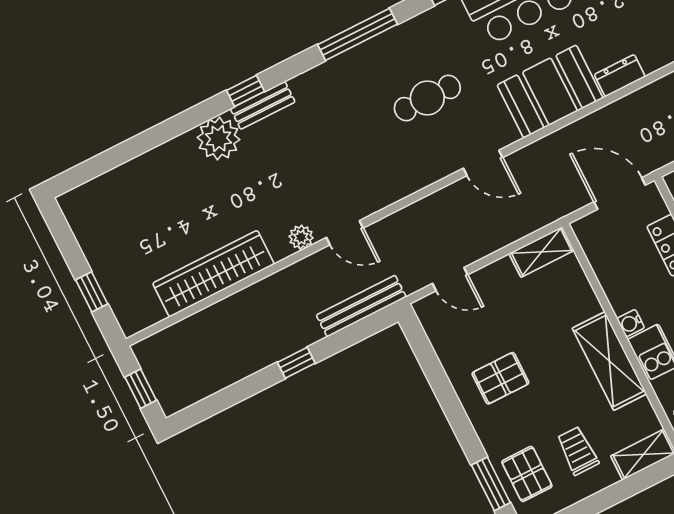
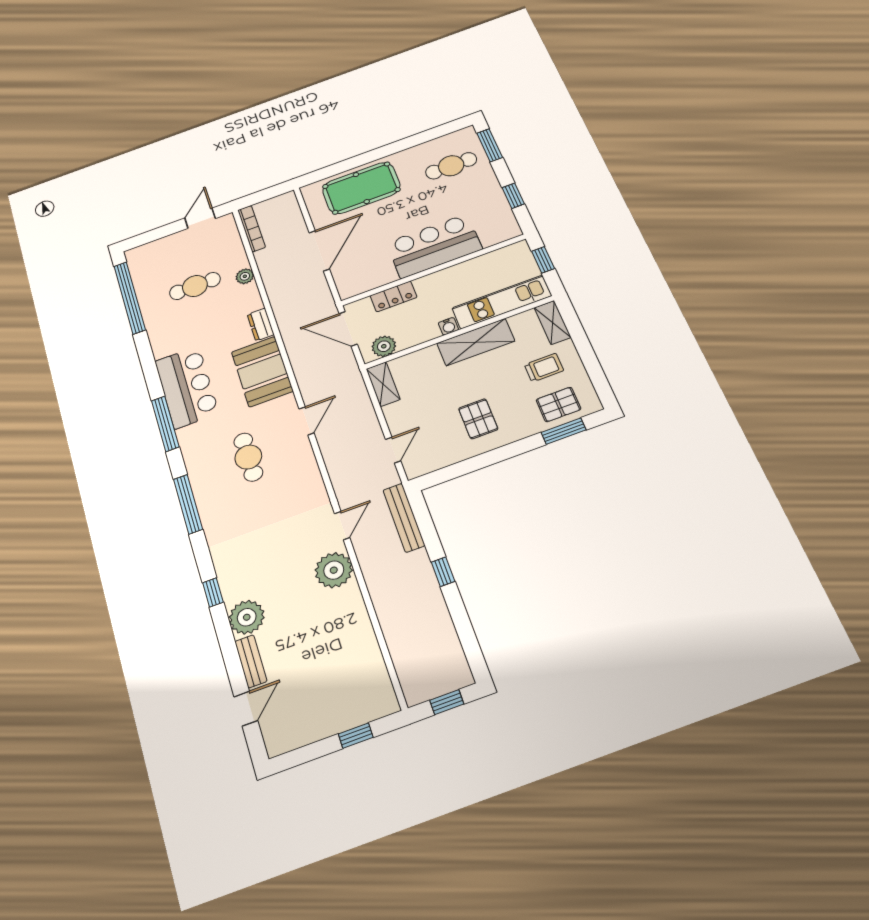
bench: (263, 105) -> (251, 661), moved
door: (109, 160) -> (246, 709), added
door: (620, 193) -> (348, 329), hinge flipped
plant: (301, 237) -> (334, 570), width x1.88, depth x1.88
plant: (596, 244) -> (384, 346), added
wardrobe: (213, 274) -> (357, 632), removed
trolley: (578, 451) -> (544, 368), turned 180

